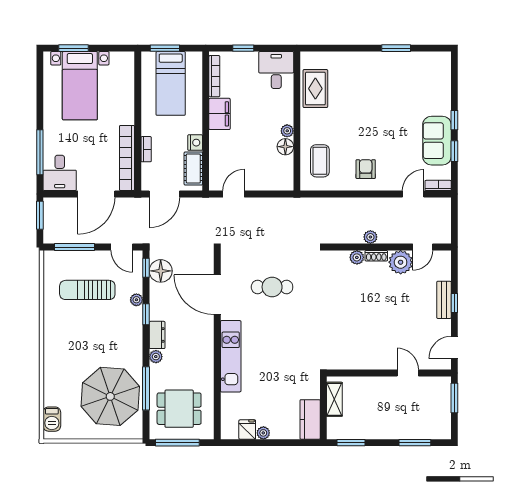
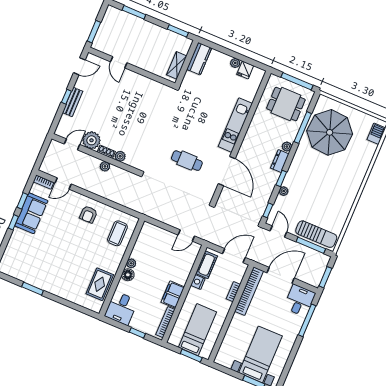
floor lamp: (285, 147) -> (128, 275), moved
floor lamp: (161, 271) -> (259, 204), removed
sun lounger: (87, 290) -> (316, 234), moved

